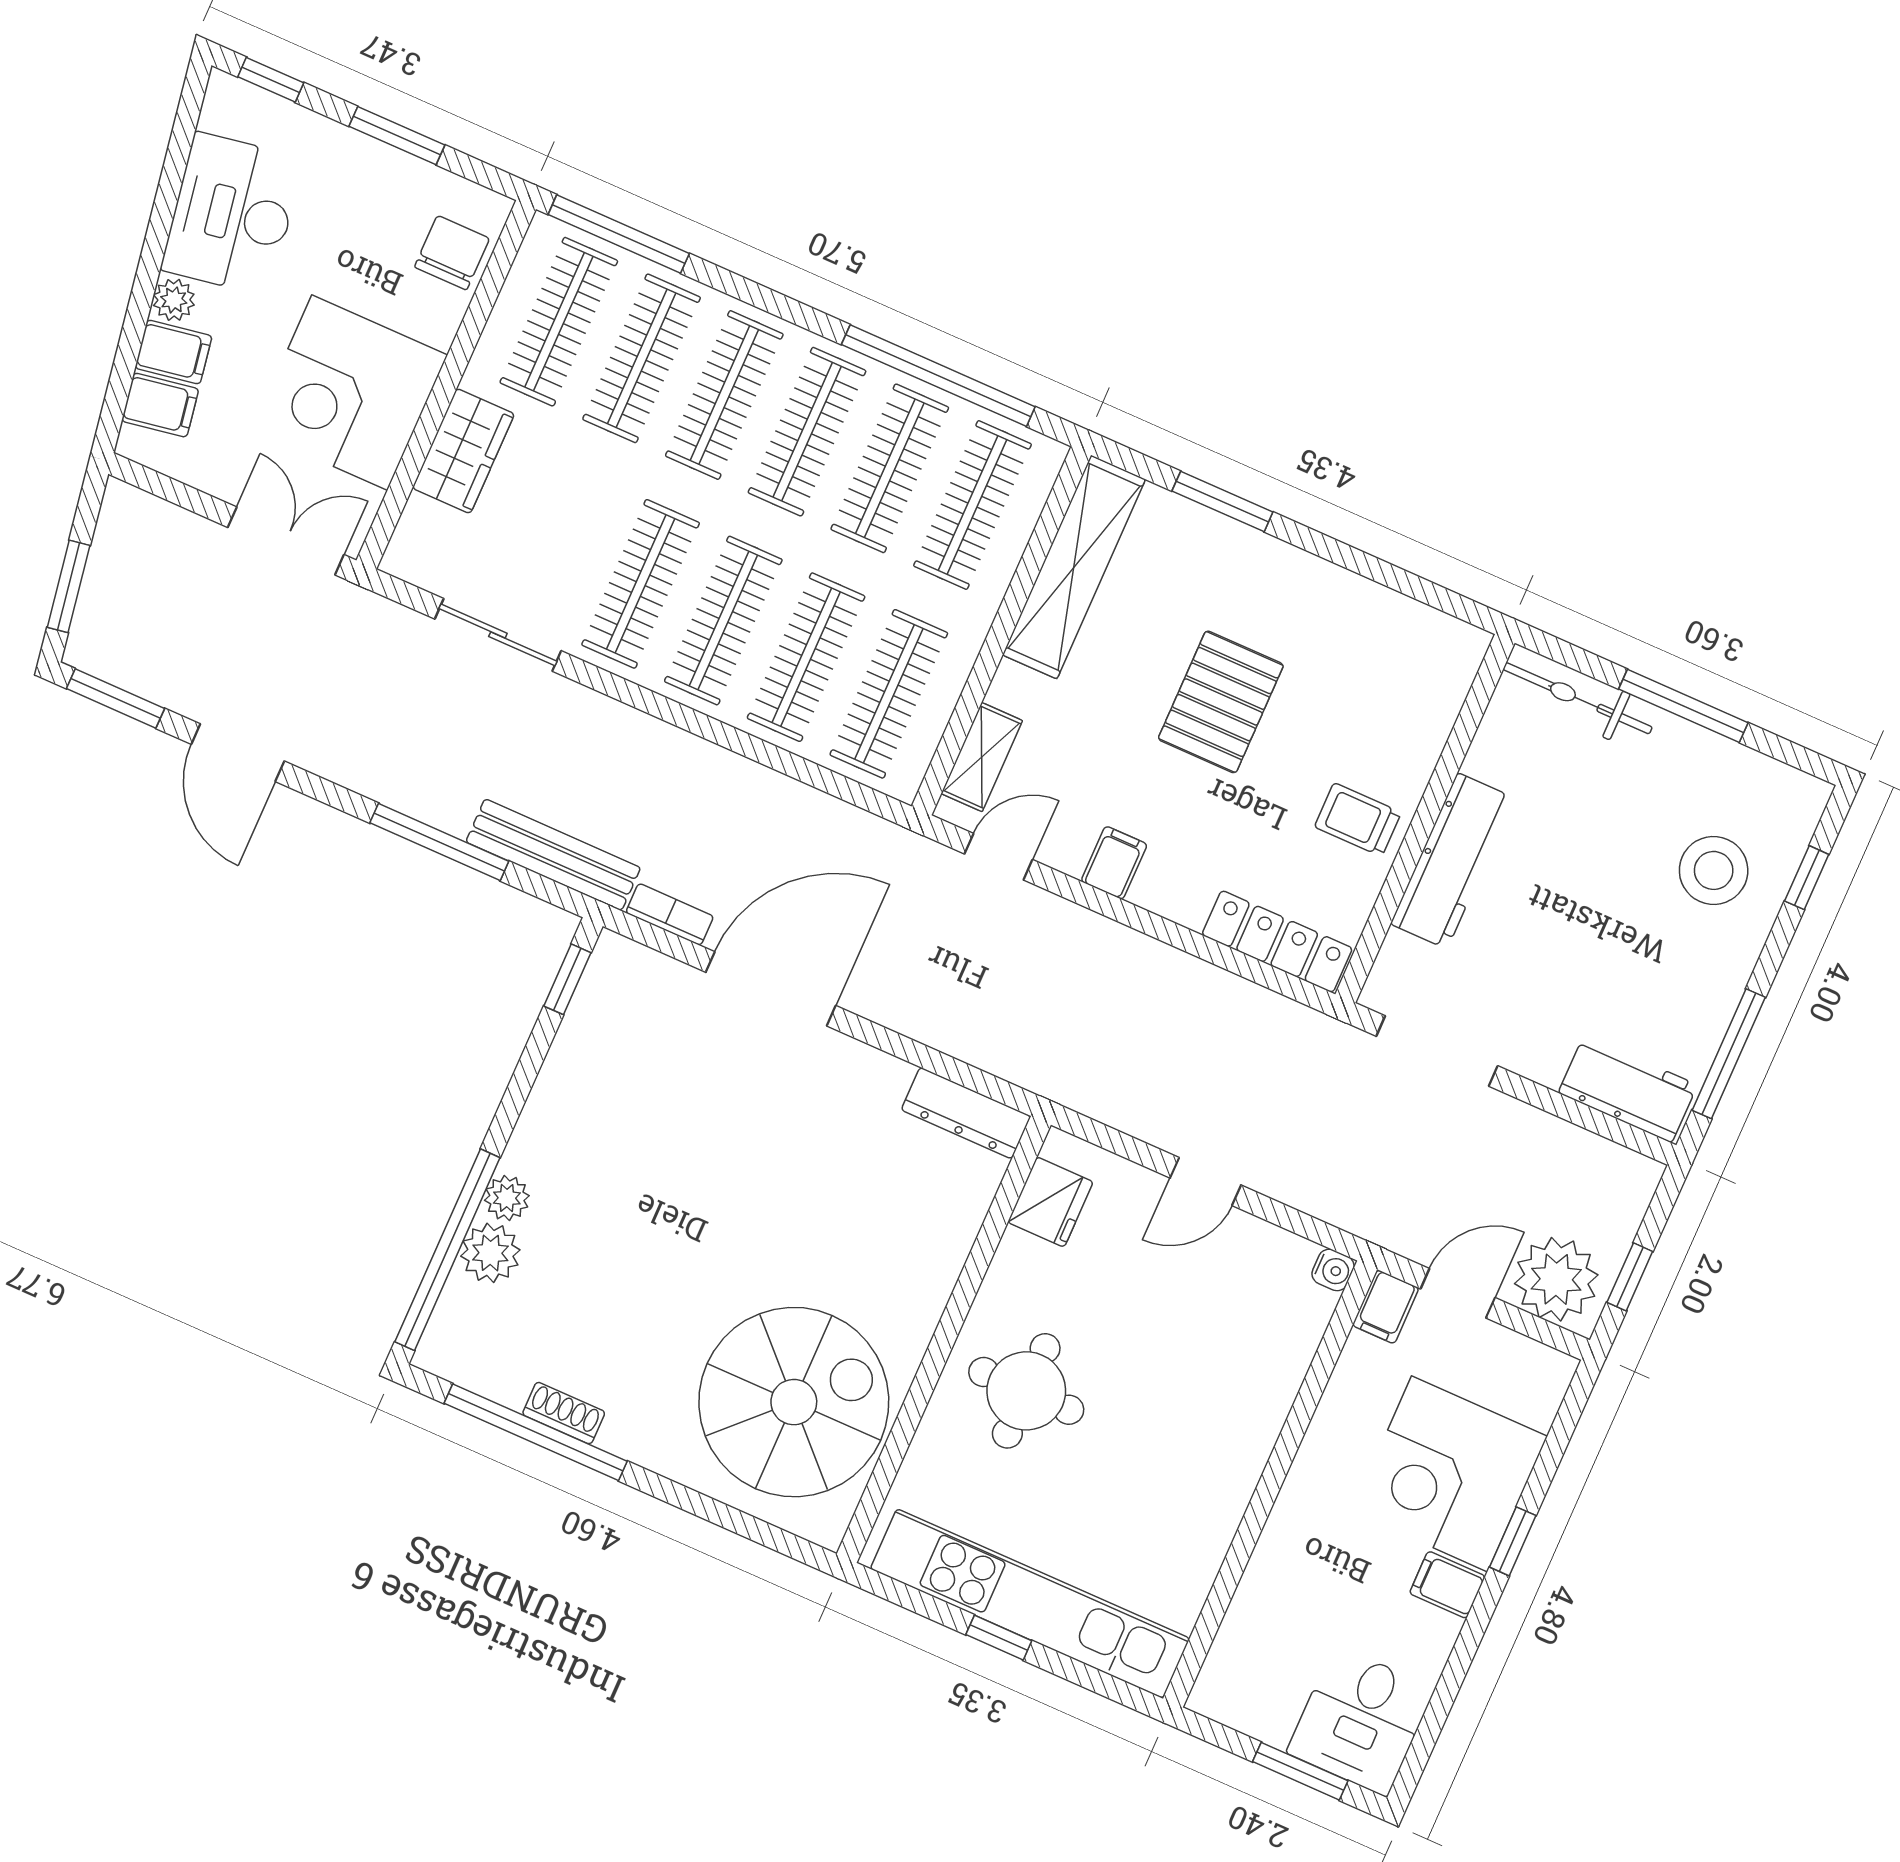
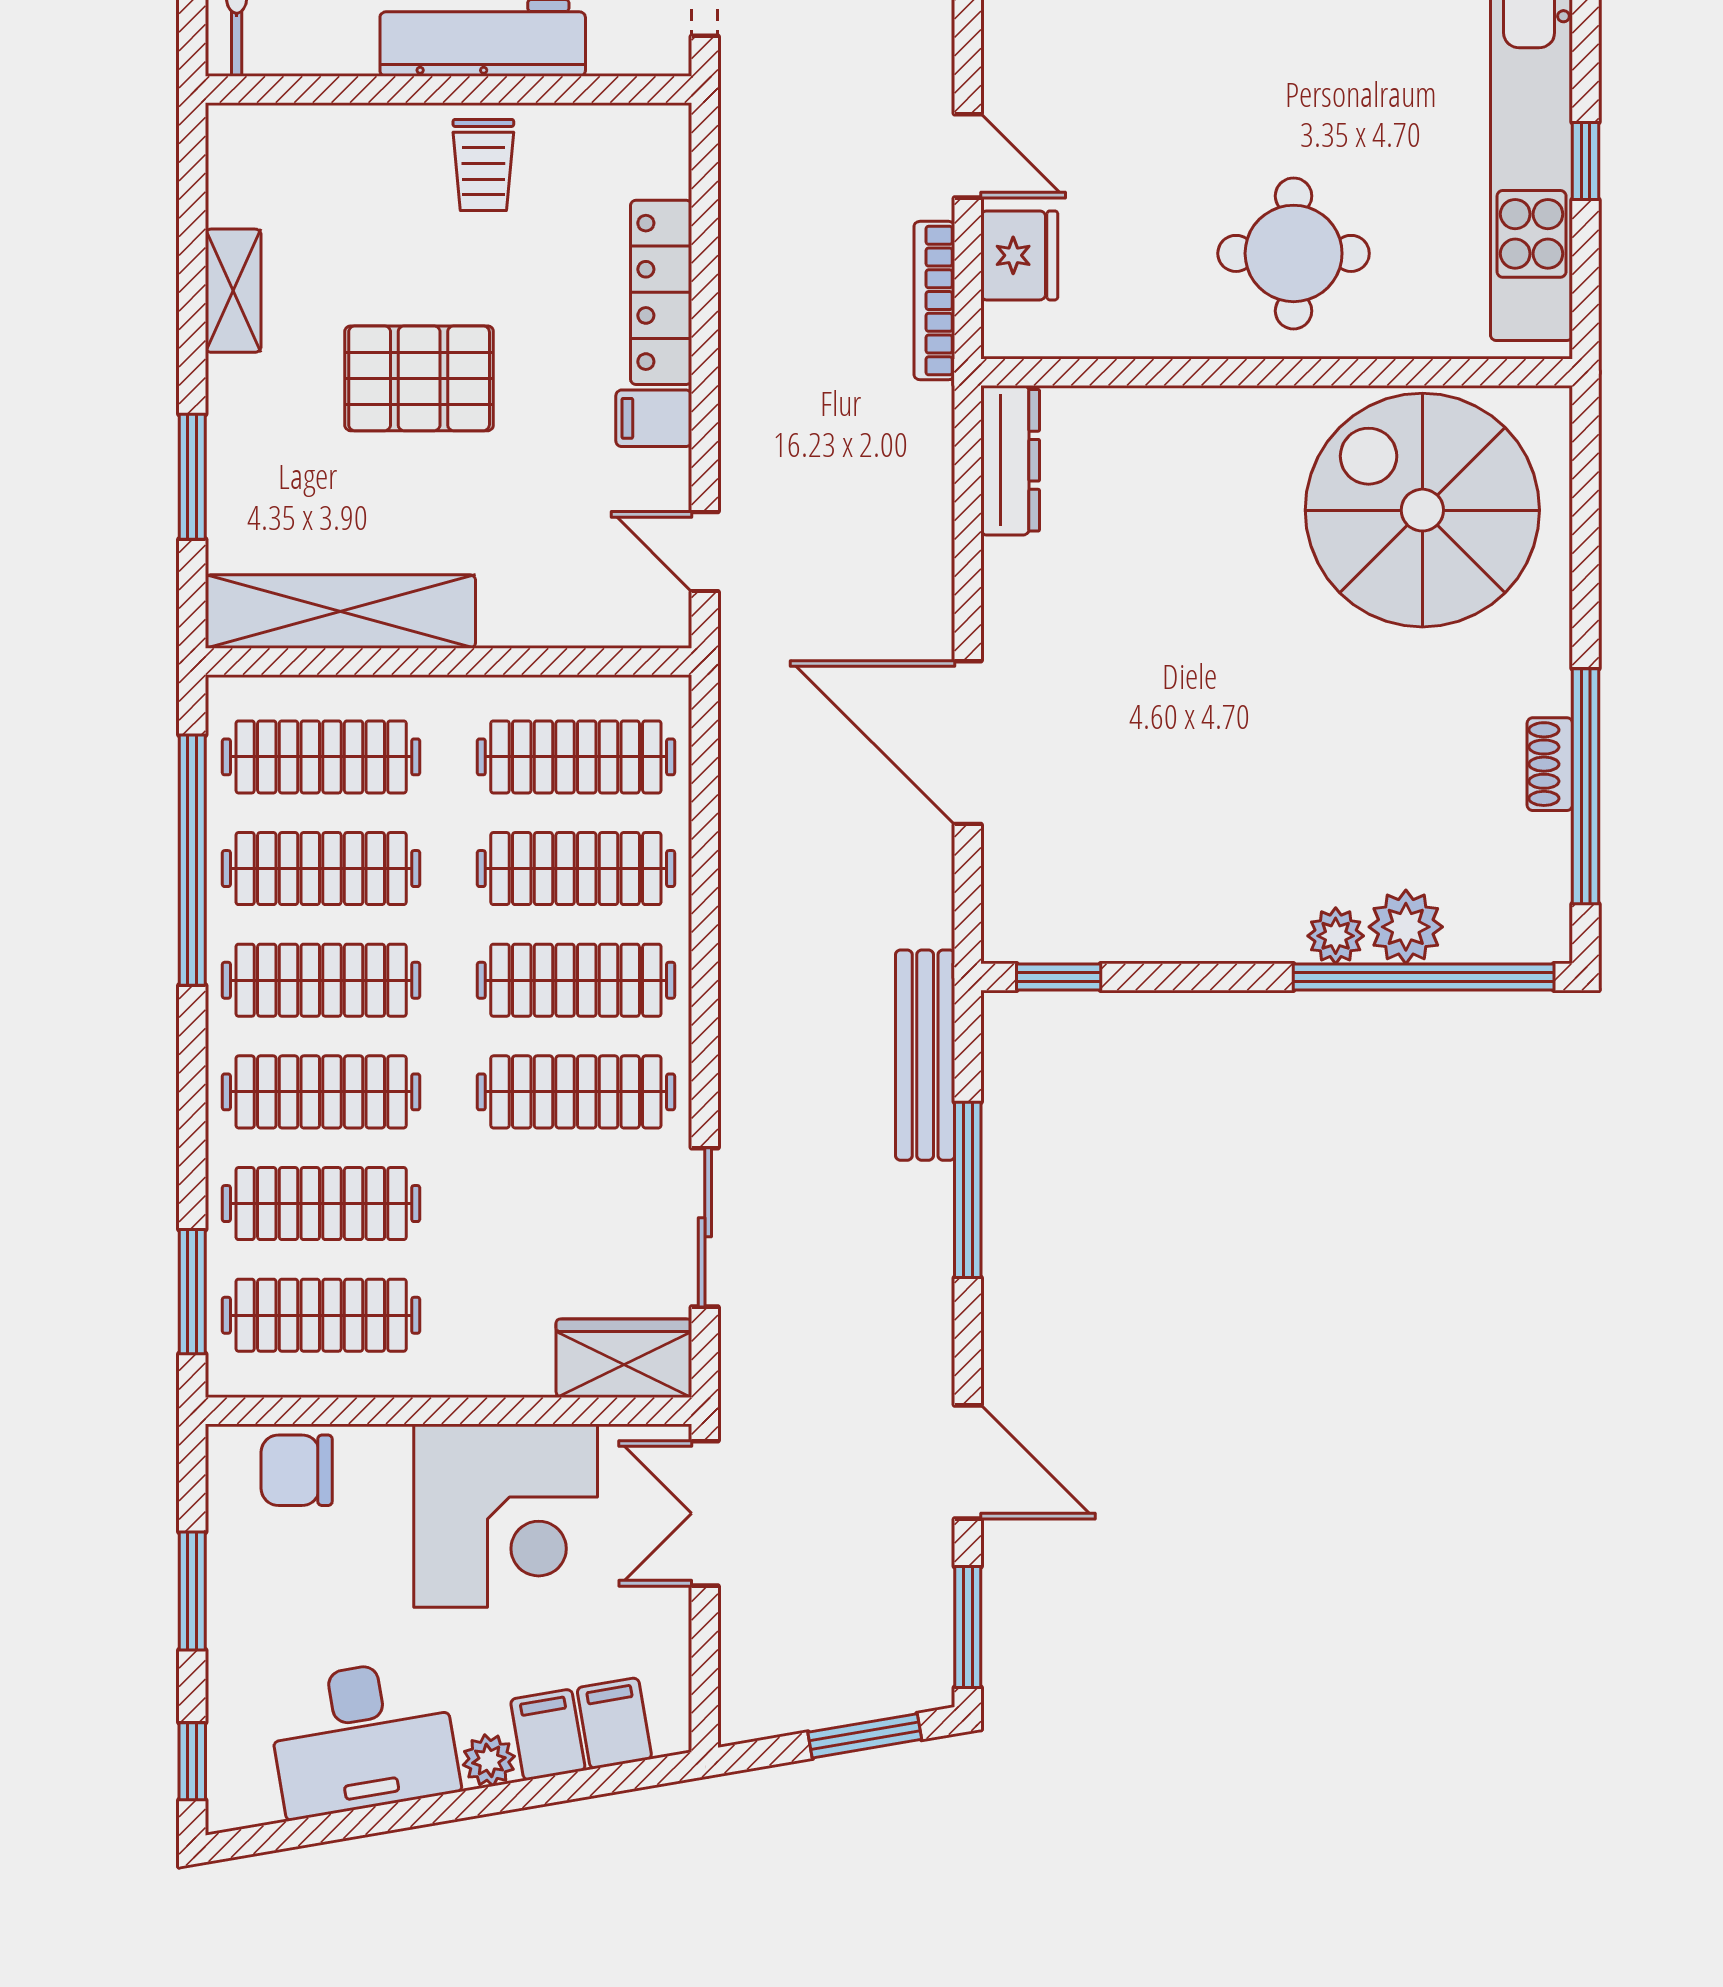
window: (619, 234) -> (192, 1292), width x0.69
wardrobe: (463, 451) -> (624, 1358), moved
door: (238, 753) -> (968, 1462), hinge flipped
shelving: (982, 757) -> (233, 291), moved, turned 90
bookcase: (670, 914) -> (934, 301), moved, width x1.56
locker: (1277, 941) -> (661, 292), moved
fridge: (1050, 1202) -> (1019, 255), moved, turned 90

